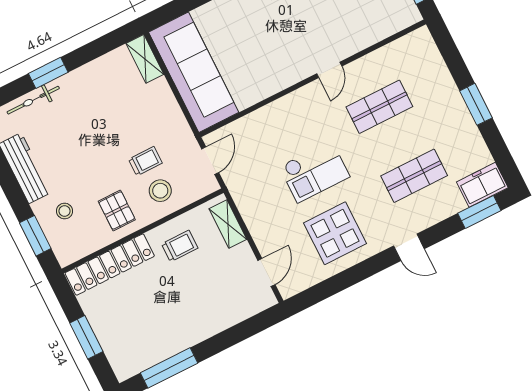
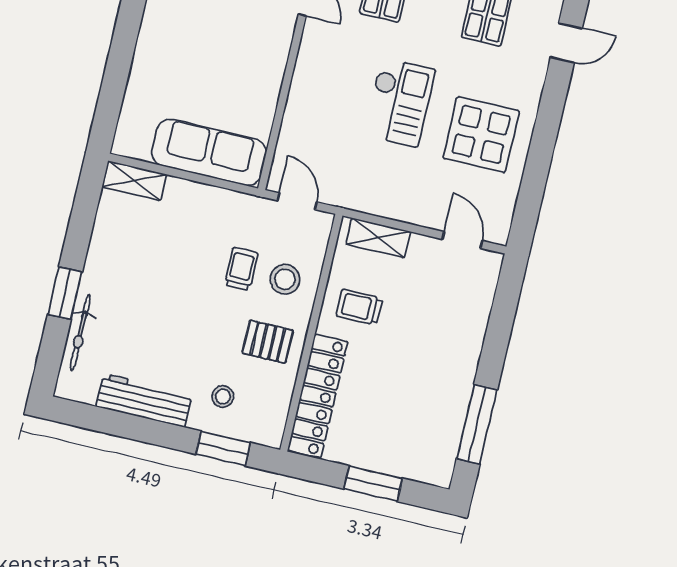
sofa: (194, 72) -> (209, 152), width x0.74, depth x0.79
trolley: (180, 246) -> (359, 307), turned -90
door: (409, 247) -> (566, 43), moved

